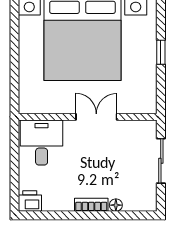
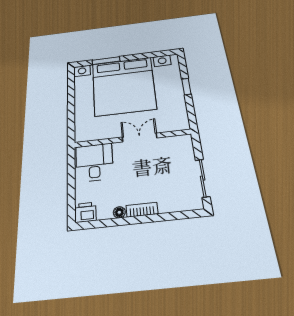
sliding door: (161, 161) -> (203, 178), moved
floor lamp: (116, 205) -> (119, 212), moved

